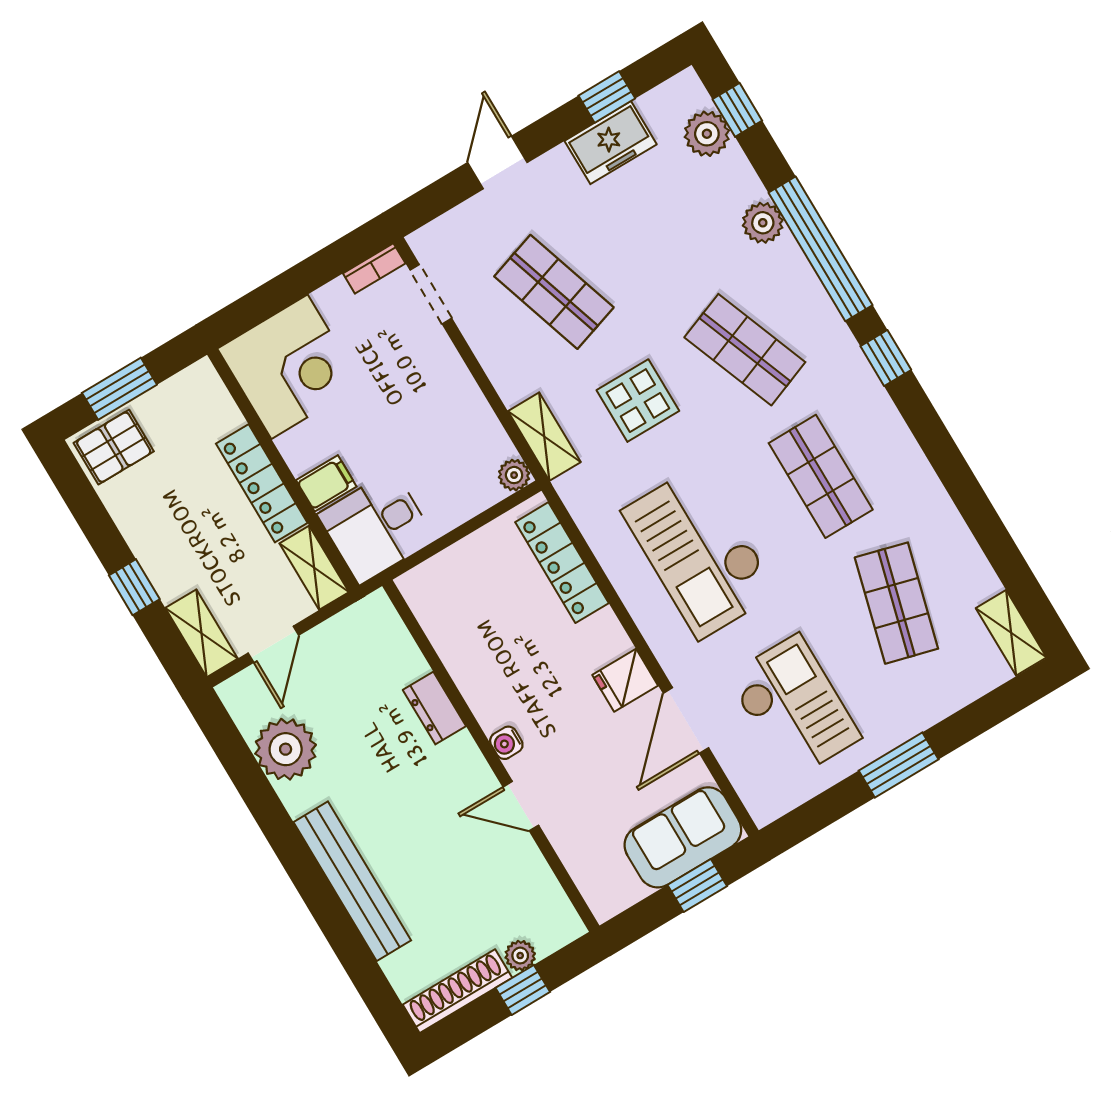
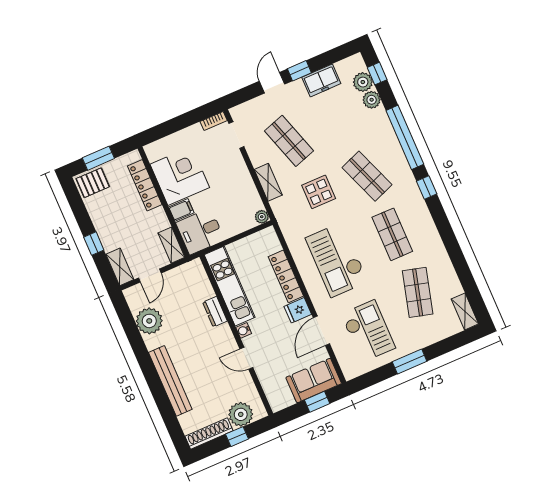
window: (607, 97) -> (299, 71), moved
plant: (763, 223) -> (372, 100), moved
corner desk: (289, 367) -> (180, 176), moved, turned -90
shelving: (544, 437) -> (268, 182), moved
locker: (262, 483) -> (145, 185), moved
locker: (562, 563) -> (286, 276), moved
kitchen unit: (461, 644) -> (230, 286), added
plant: (520, 956) -> (241, 414), width x1.88, depth x1.88

